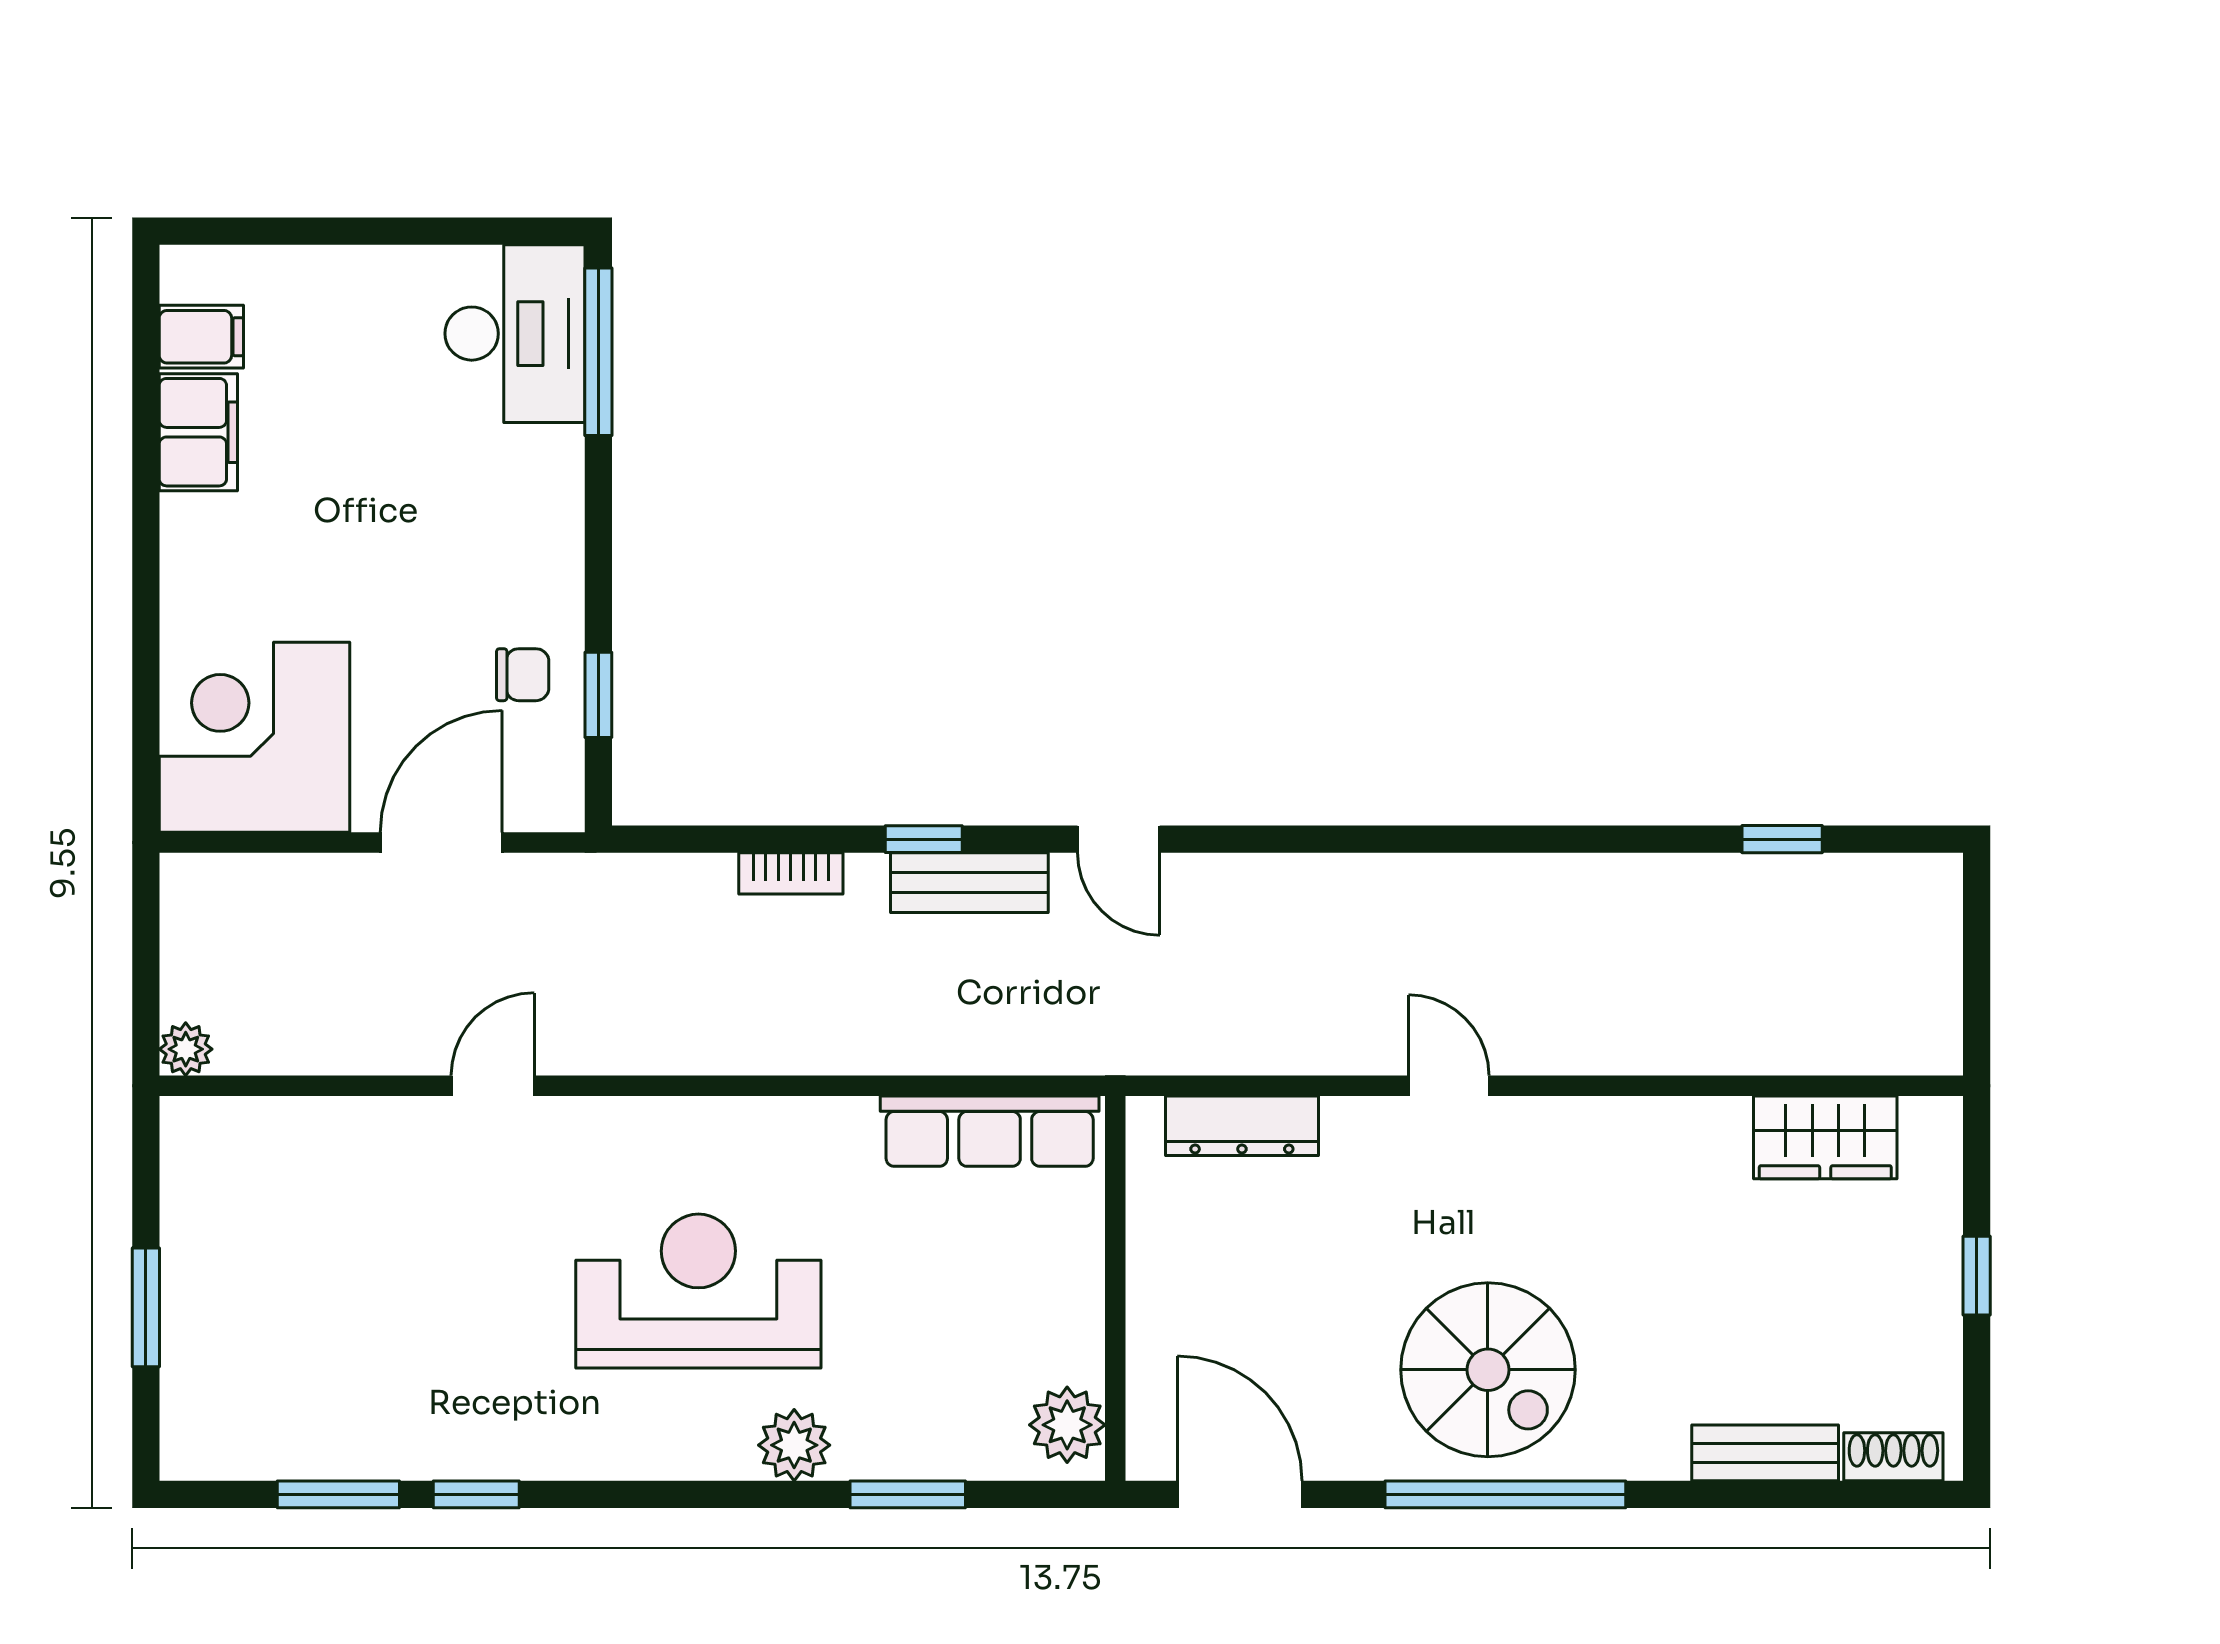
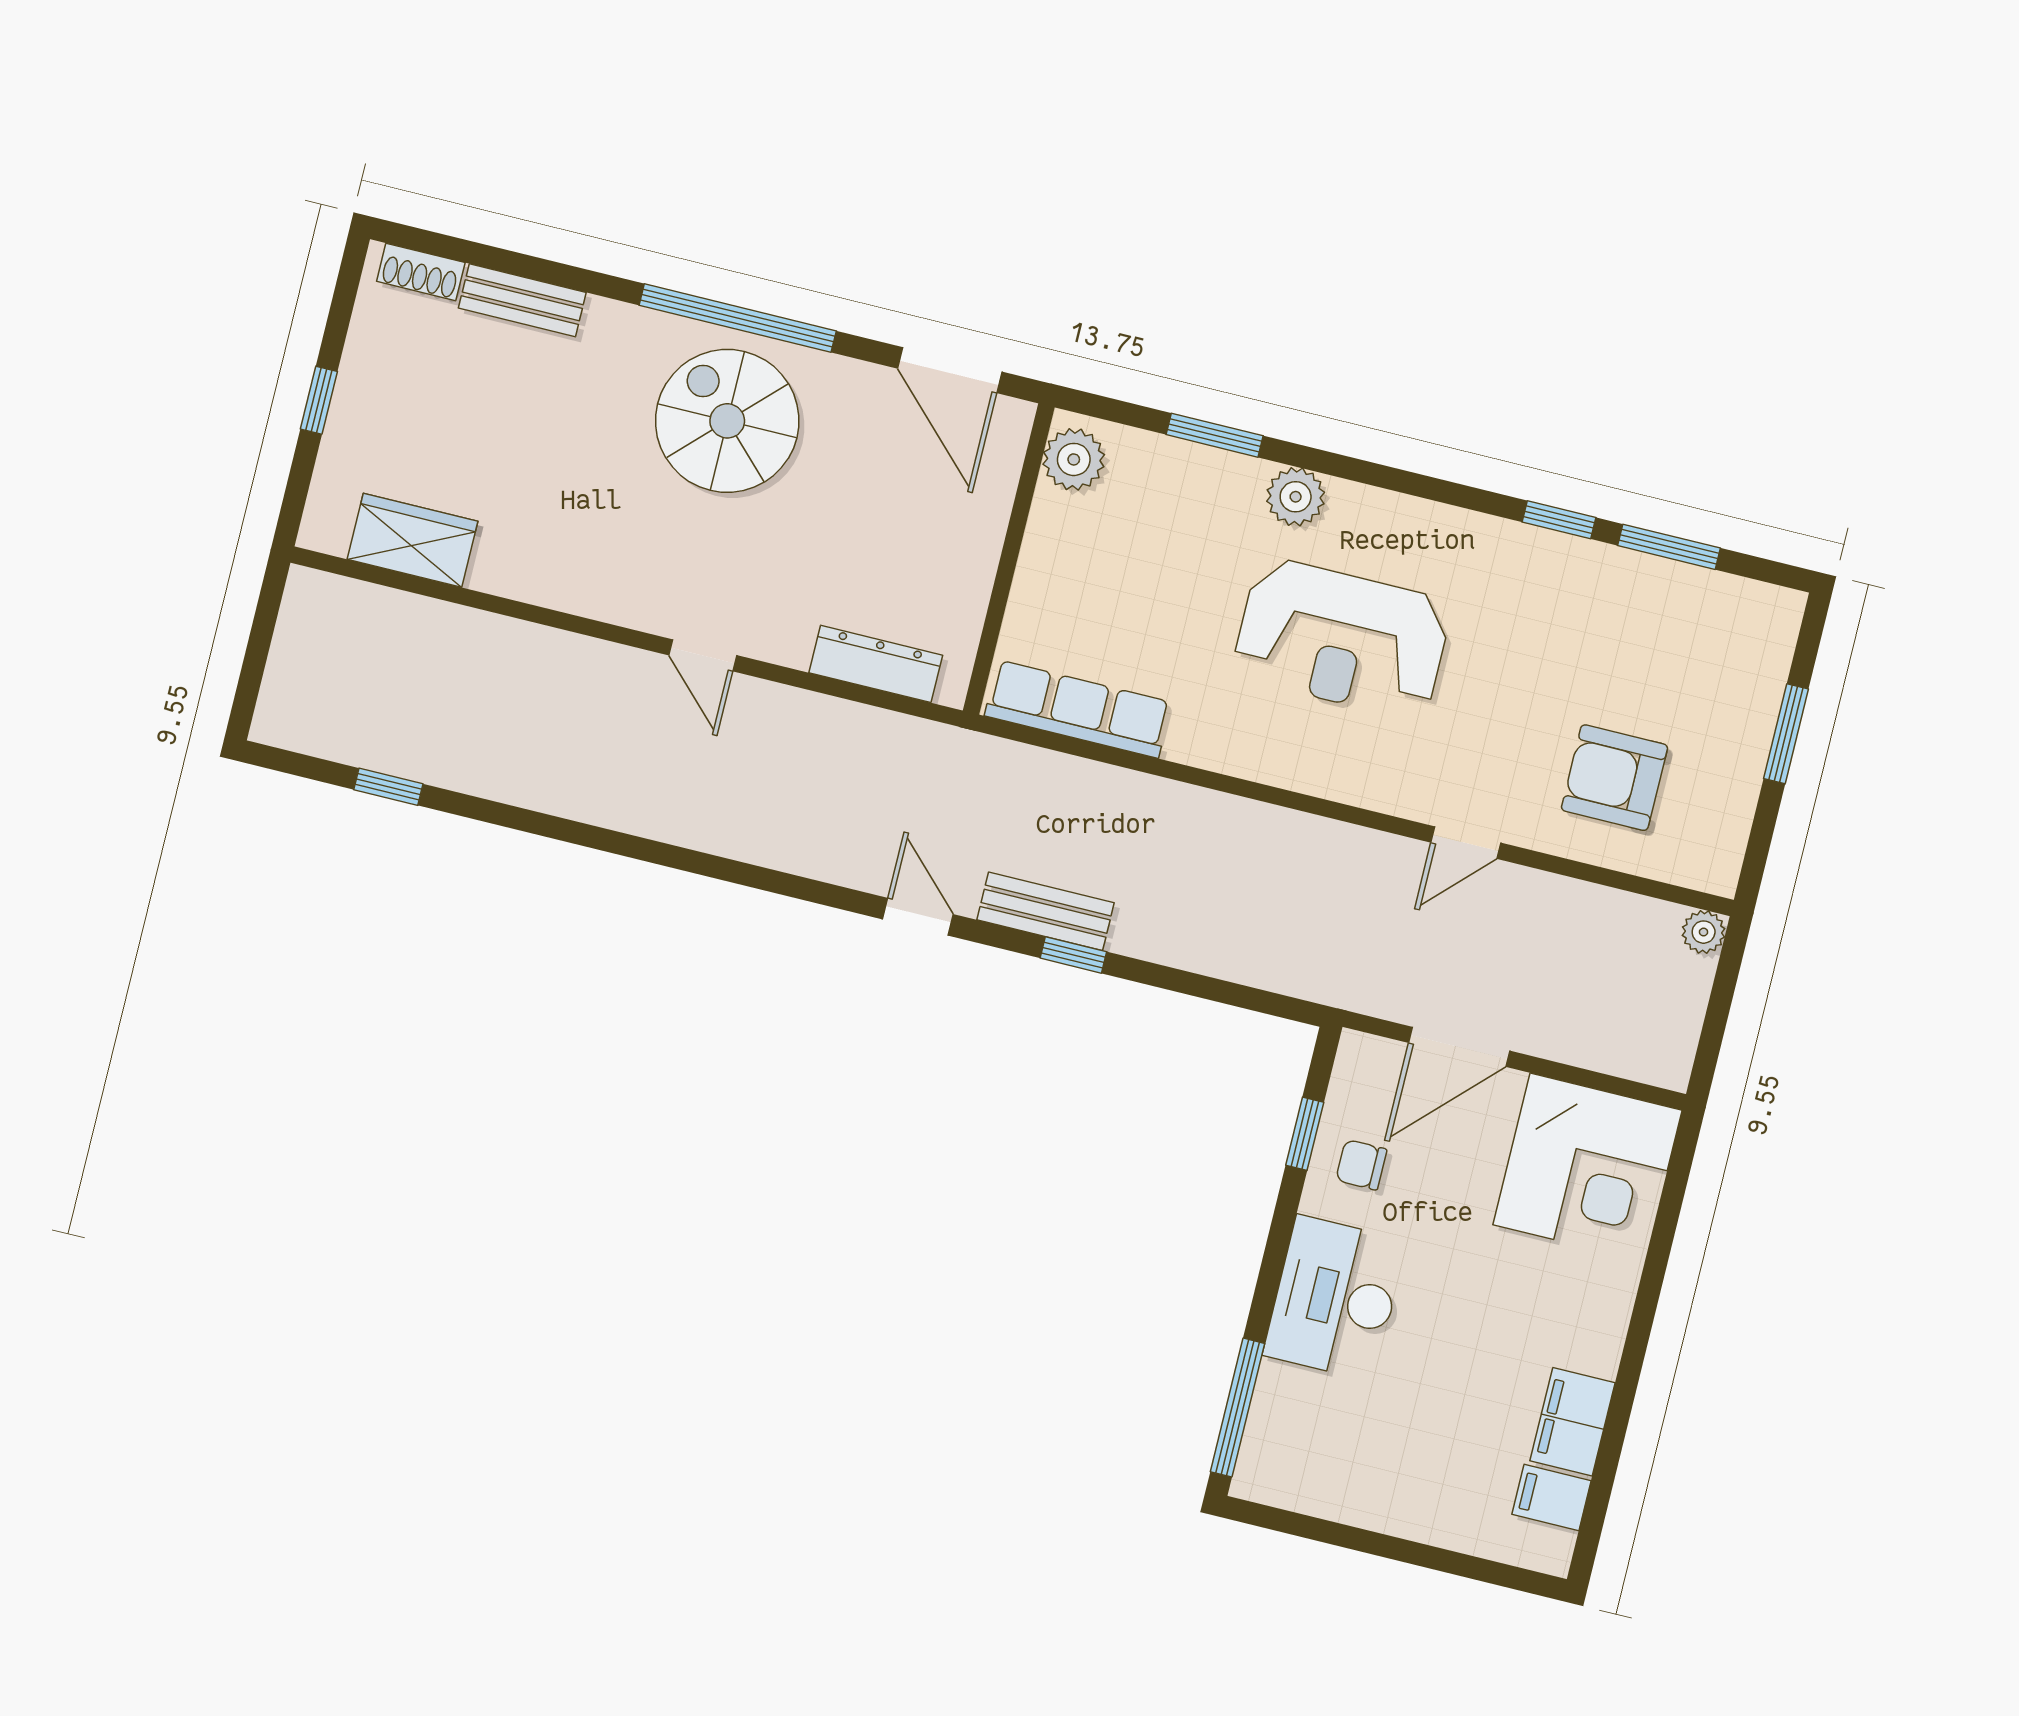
desk: (515, 334) -> (1335, 1298), moved
bookcase: (791, 873) -> (1186, 954), removed
armchair: (336, 1206) -> (1614, 778), added

